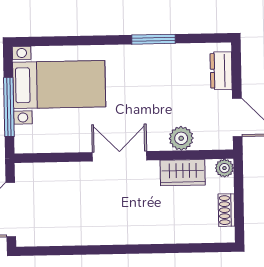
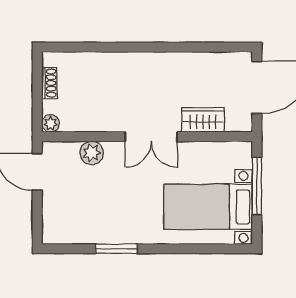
dresser: (221, 71) -> (52, 217), removed
wardrobe: (183, 173) -> (203, 120), moved

